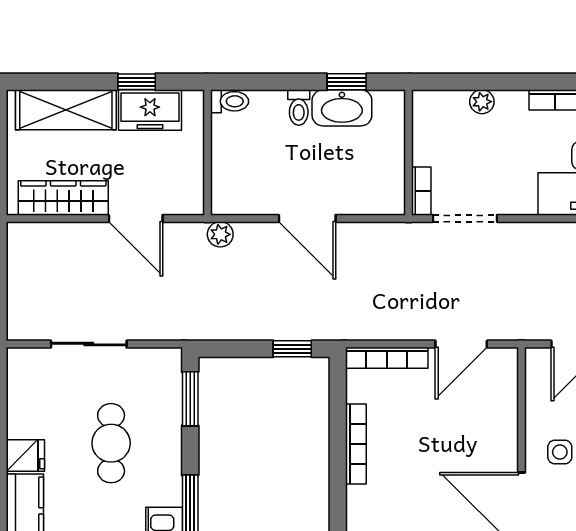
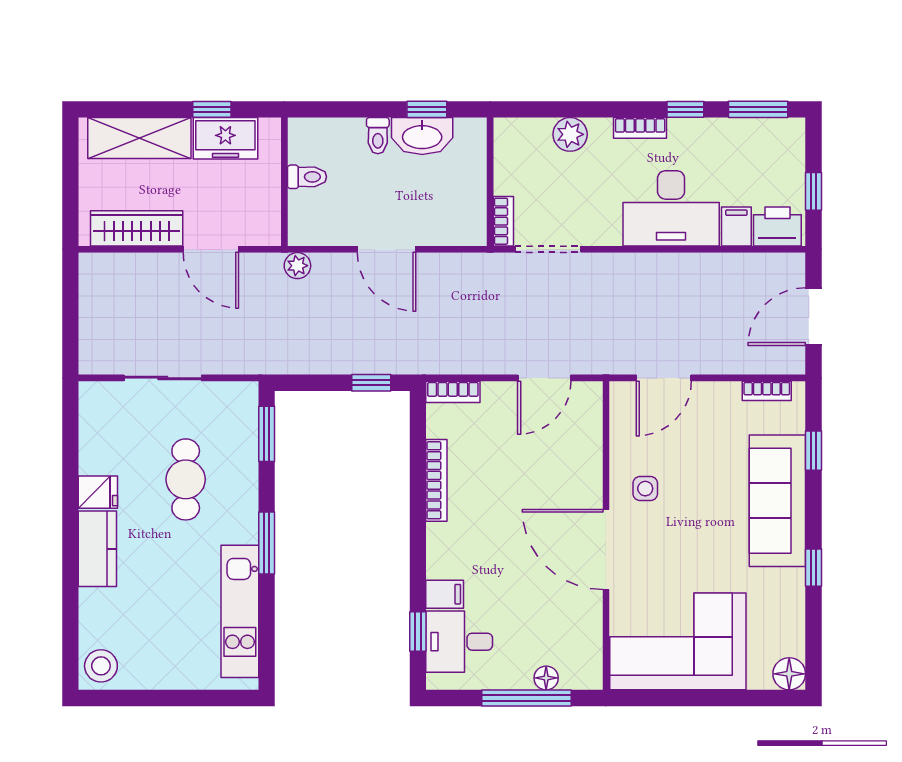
toilet: (230, 101) -> (307, 177), moved
plant: (482, 102) -> (570, 134), width x1.38, depth x1.38
bookcase: (387, 358) -> (453, 392), width x0.64

